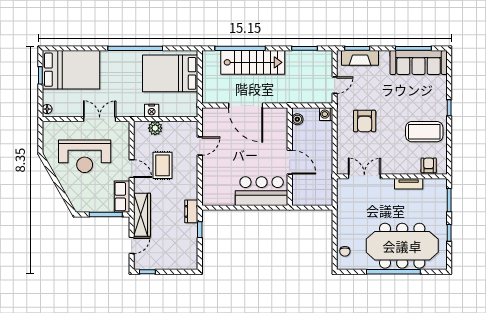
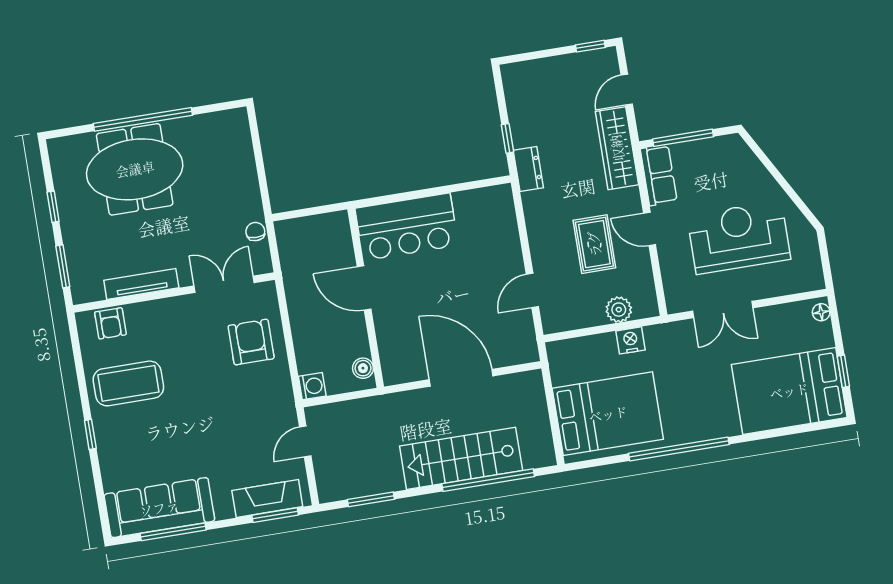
armchair: (365, 121) -> (251, 342), moved
double door: (364, 176) -> (224, 284), swing flipped
tv unit: (409, 184) -> (141, 284), width x1.41
meeting table: (402, 246) -> (135, 169), width x0.73
chair: (345, 251) -> (255, 232), moved

